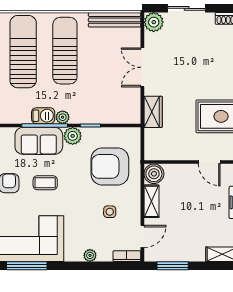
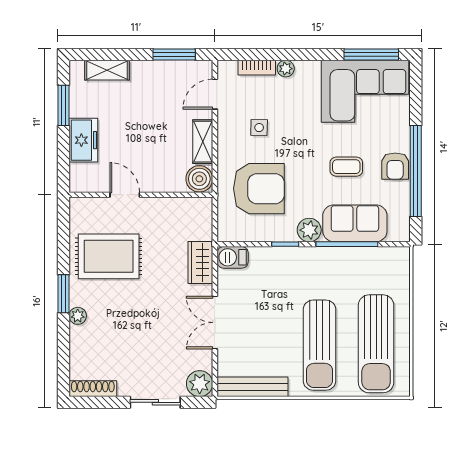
double door: (142, 67) -> (215, 323), swing flipped
barbecue: (43, 116) -> (233, 257), moved
plant: (63, 117) -> (323, 255), removed
bookcase: (127, 256) -> (257, 68), moved

